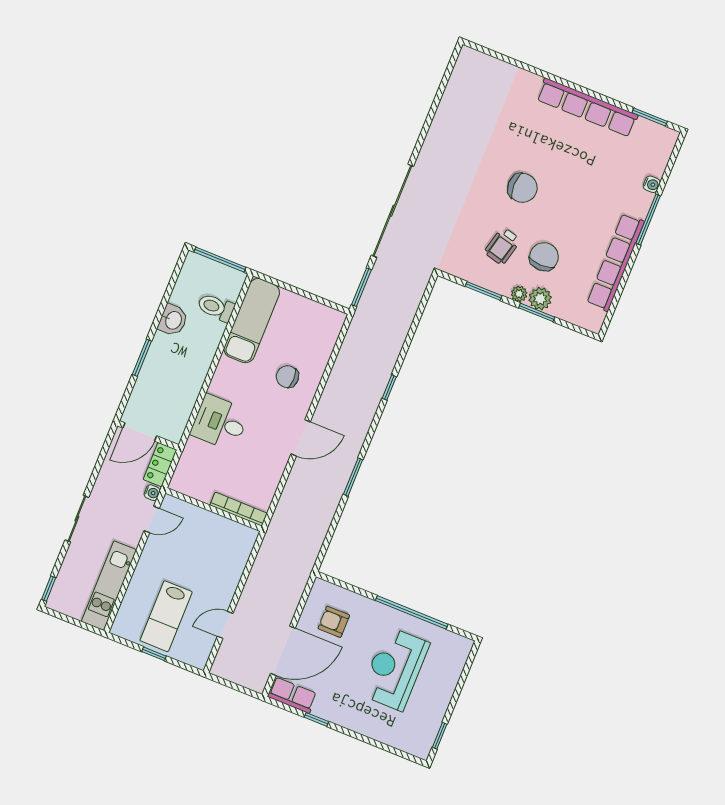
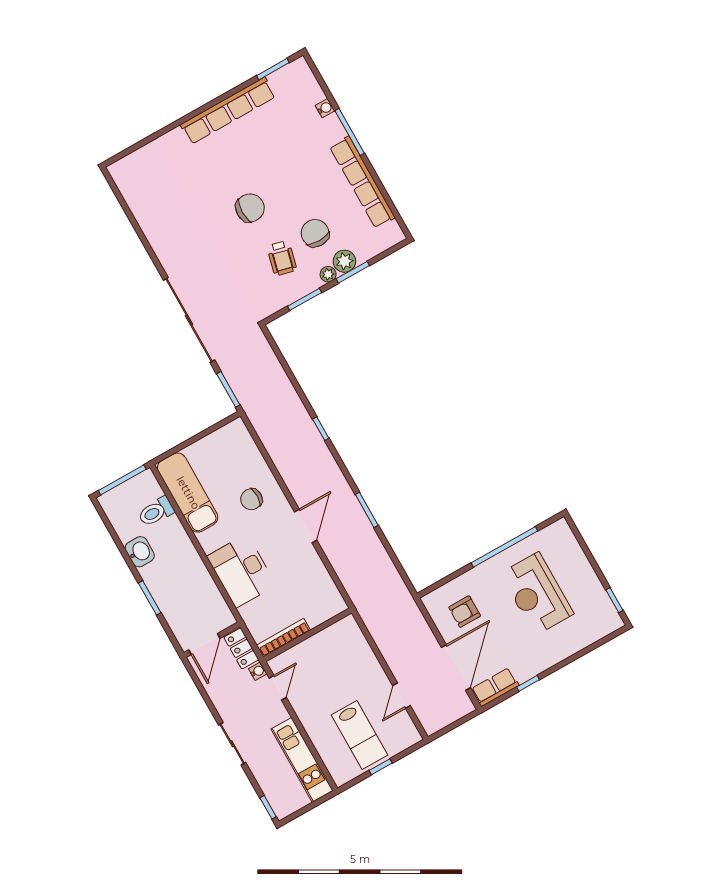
desk: (220, 423) -> (241, 571), width x1.37
bookcase: (239, 509) -> (283, 638), moved

